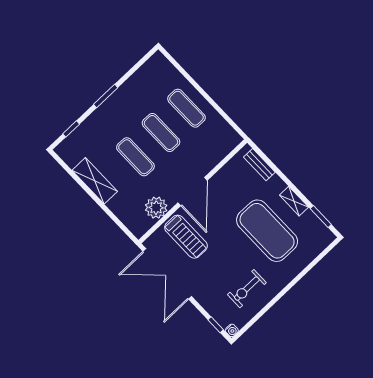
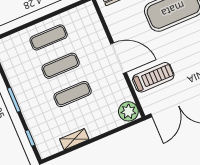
shelving: (95, 181) -> (74, 139), width x0.67, depth x0.75
plant: (156, 208) -> (128, 111), moved

